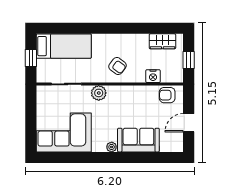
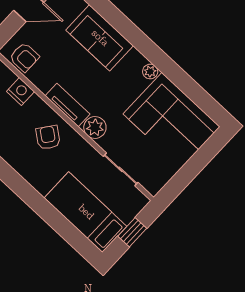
tv unit: (123, 91) -> (67, 105), added
plant: (112, 147) -> (150, 72), moved

